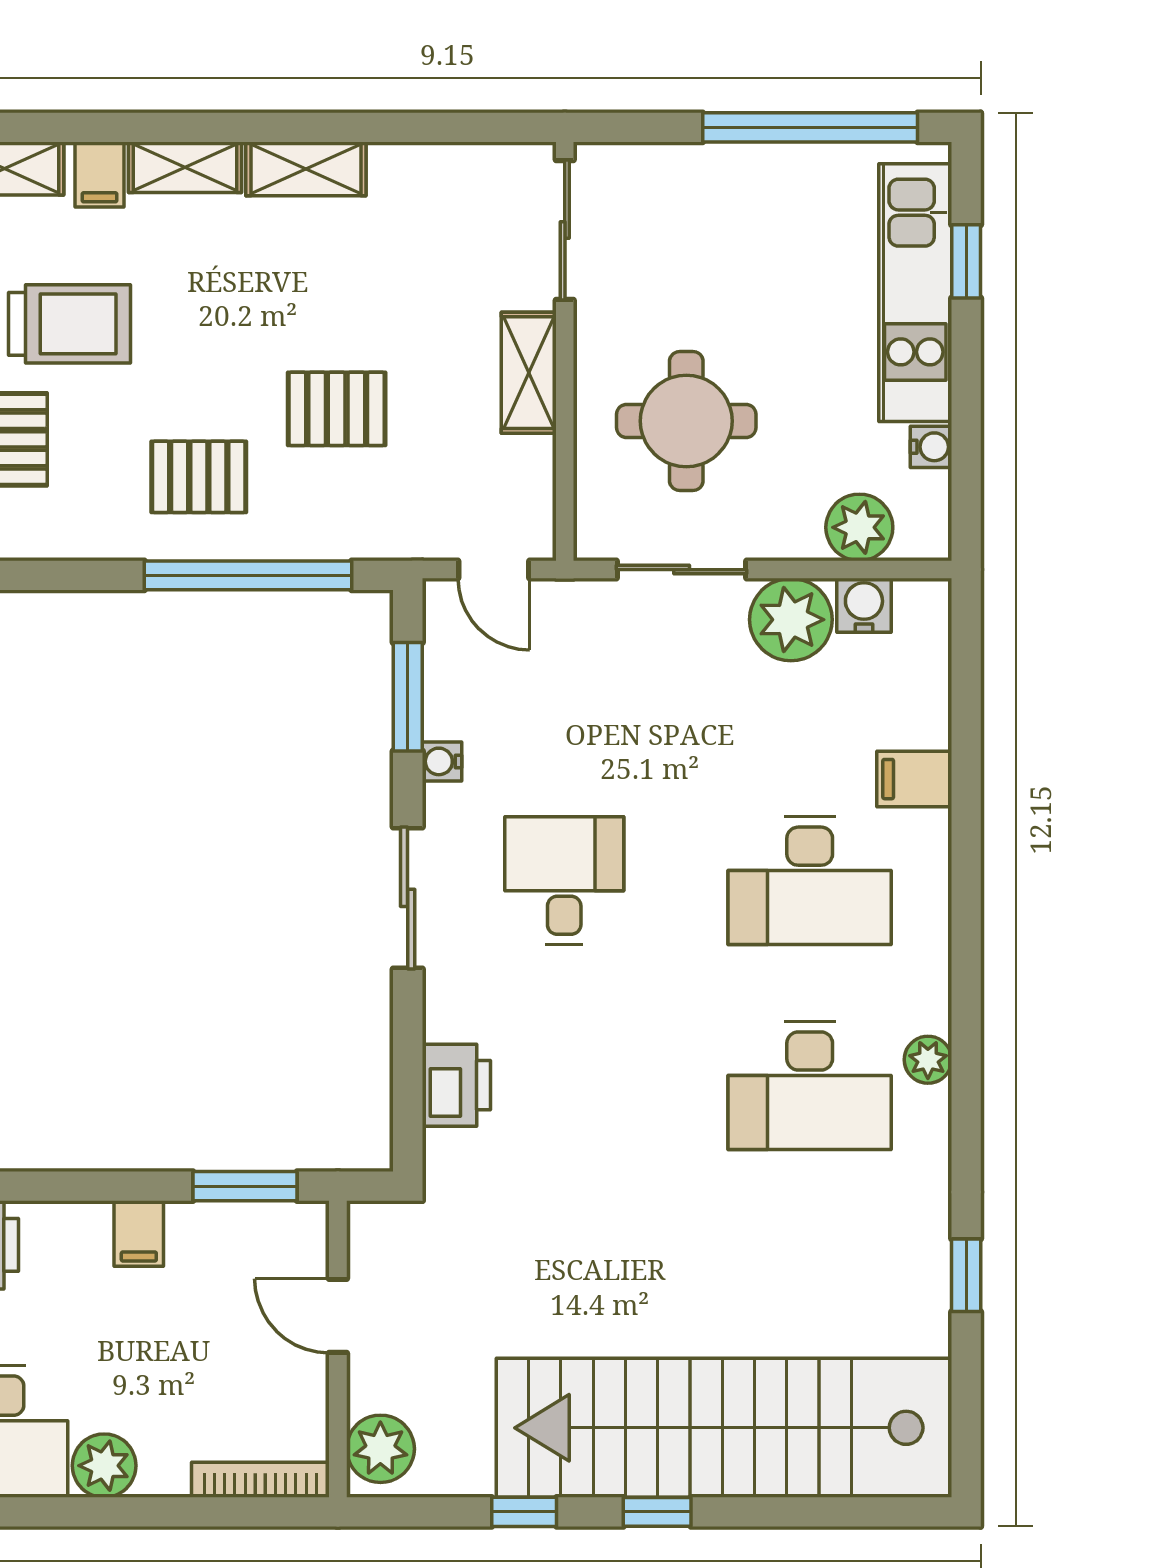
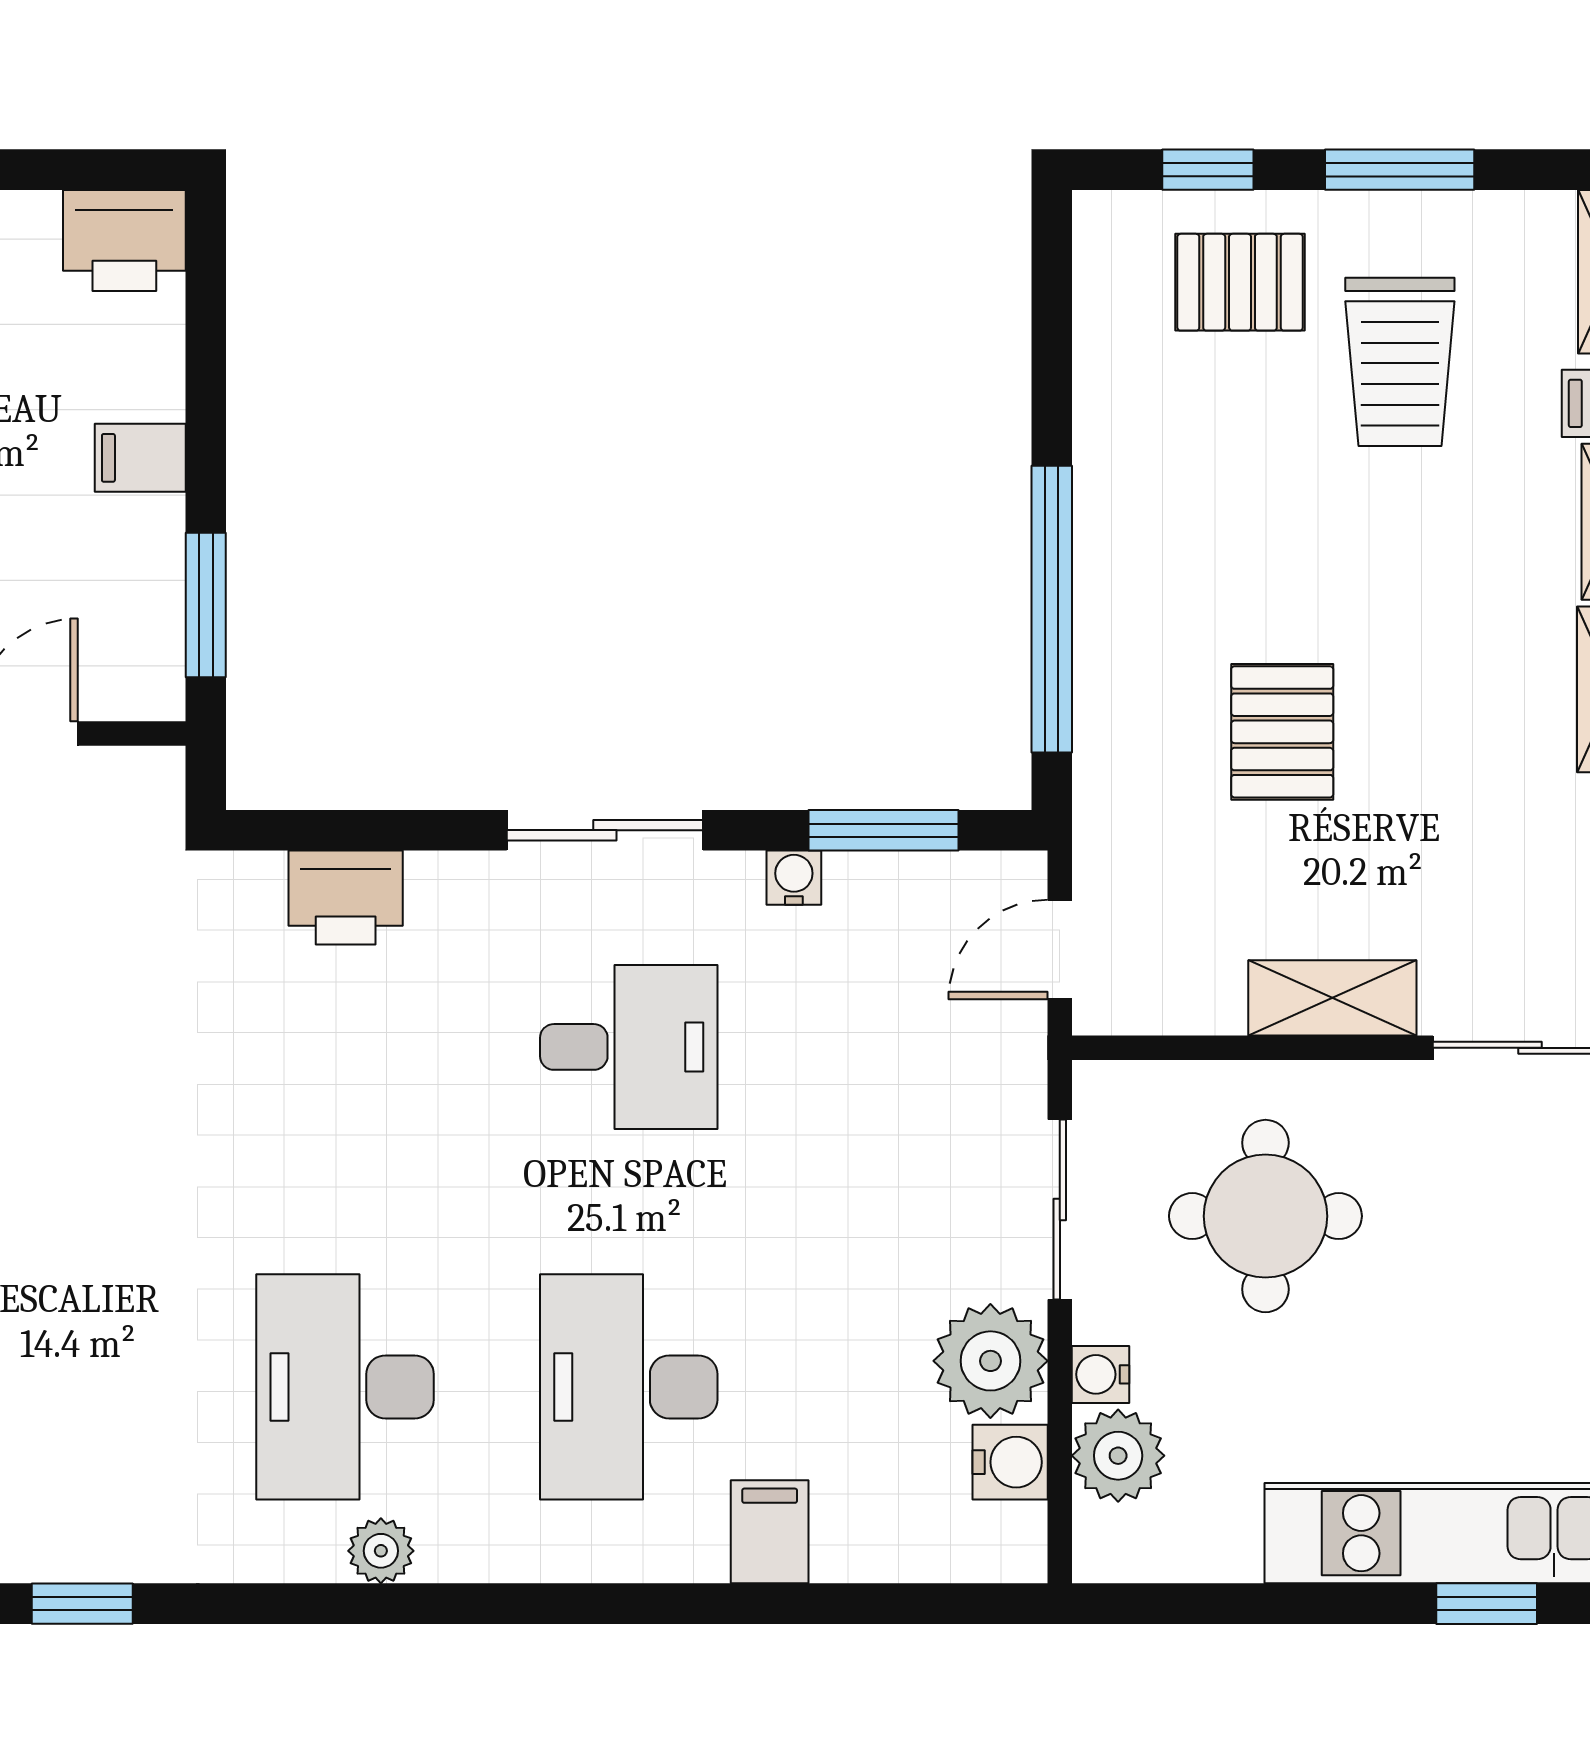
water cooler: (931, 447) -> (1100, 1374), moved, turned 90
pallet: (199, 477) -> (1188, 541), removed

